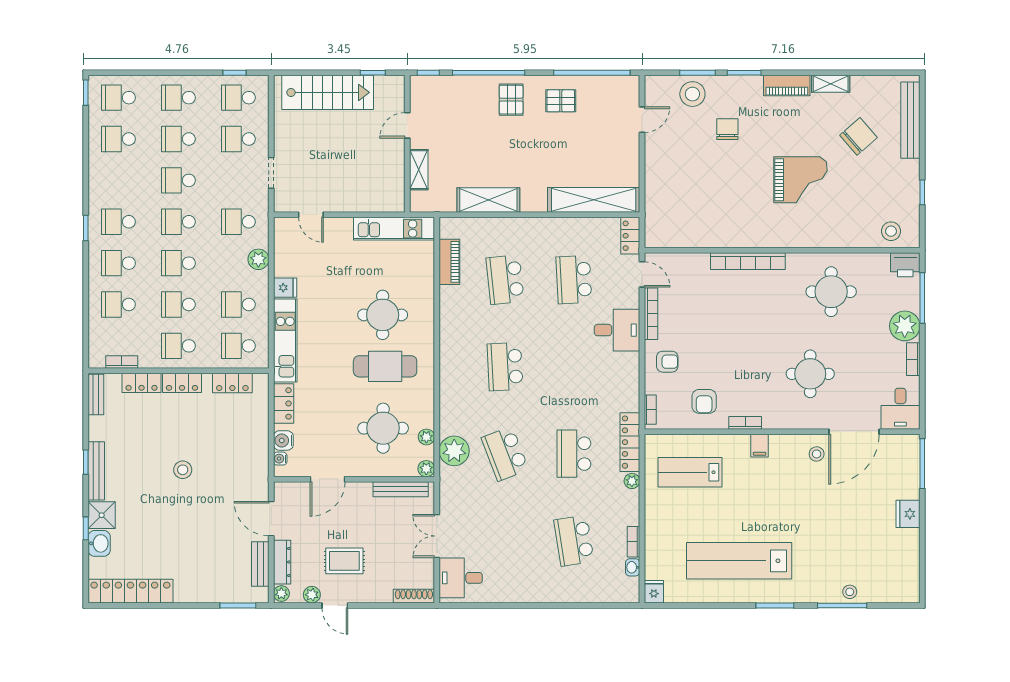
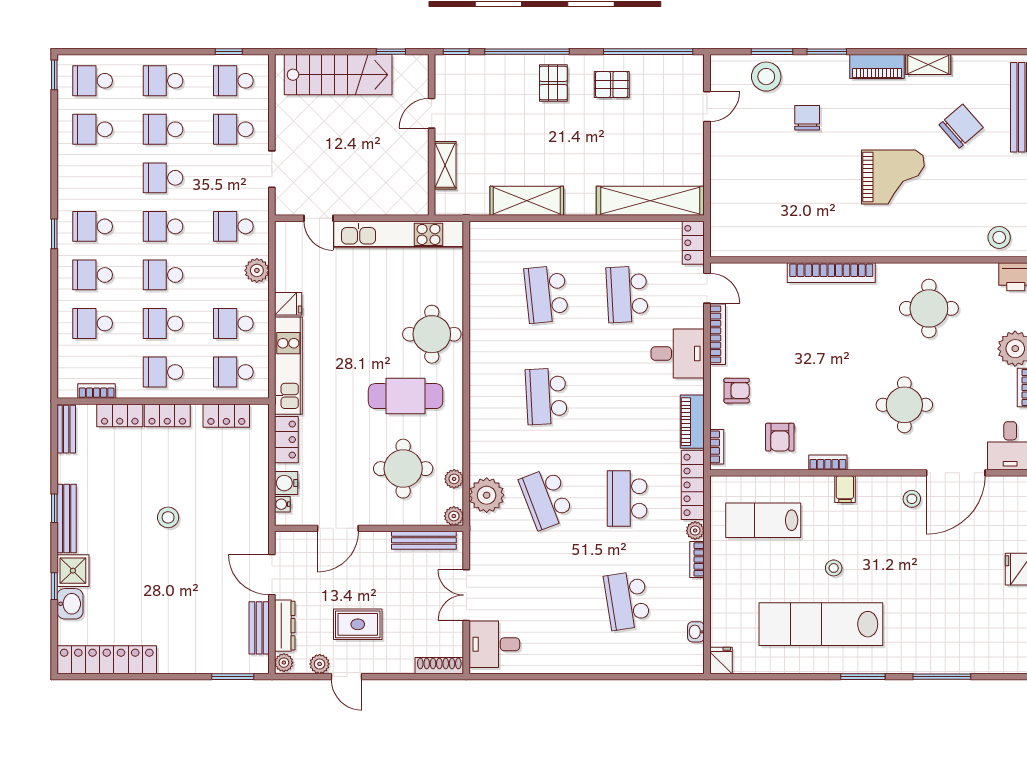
kitchen unit: (394, 229) -> (399, 234), width x1.36
piano: (449, 262) -> (692, 422), moved, turned 180
round table: (383, 315) -> (432, 334), moved
bookcase: (633, 542) -> (697, 559), moved
stool: (850, 592) -> (834, 568), moved

